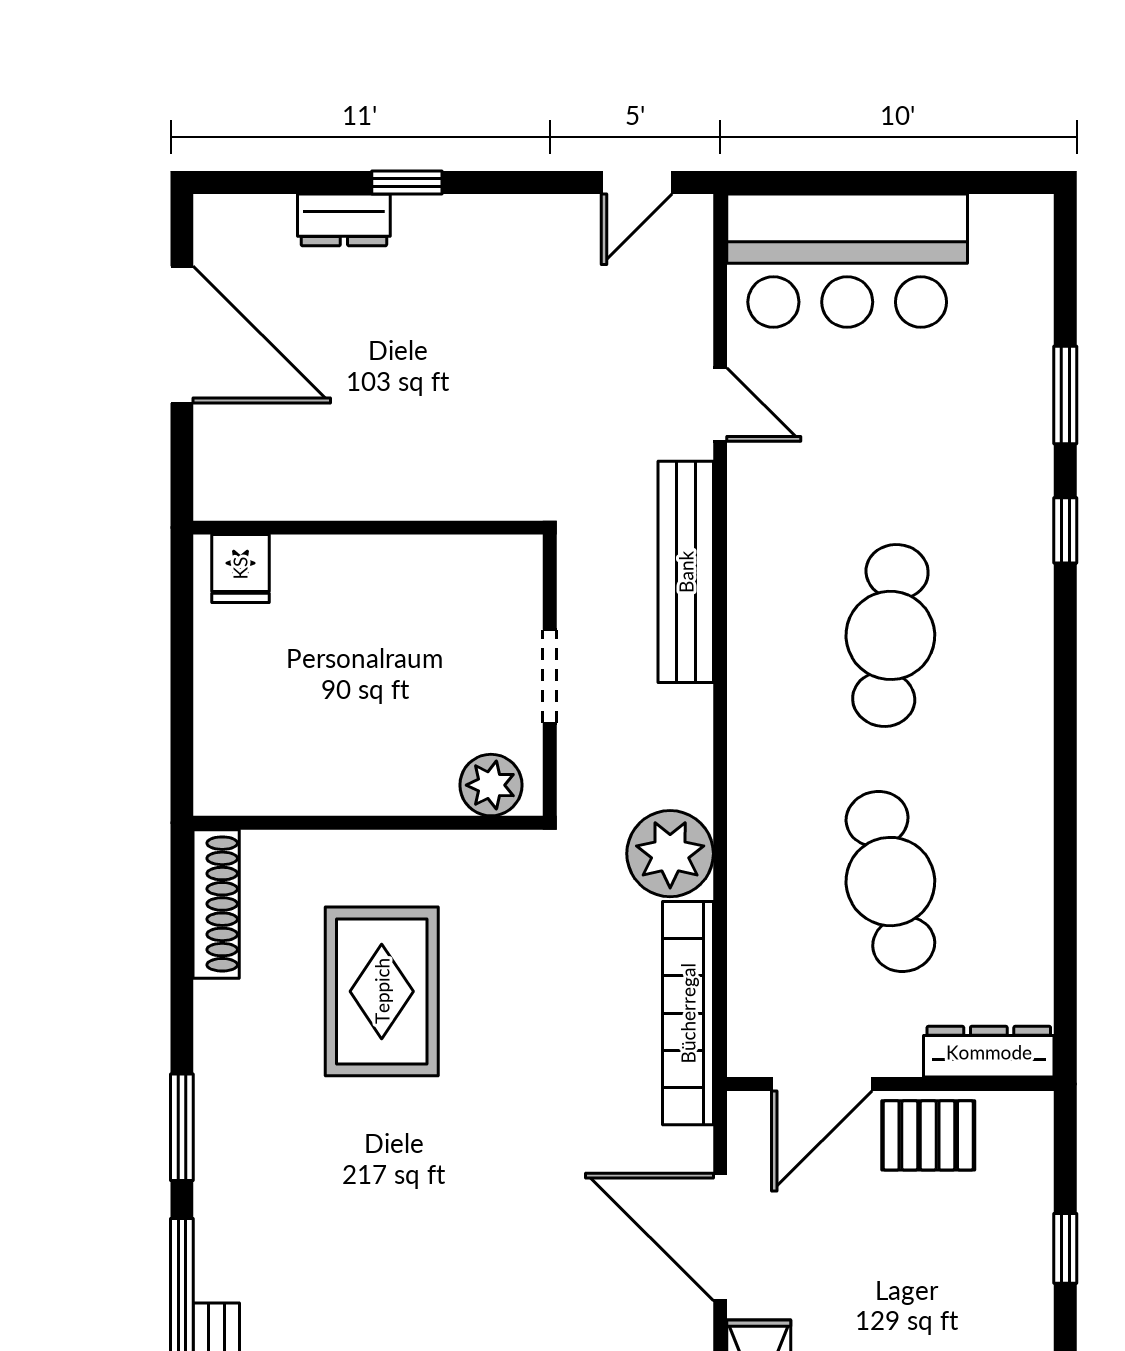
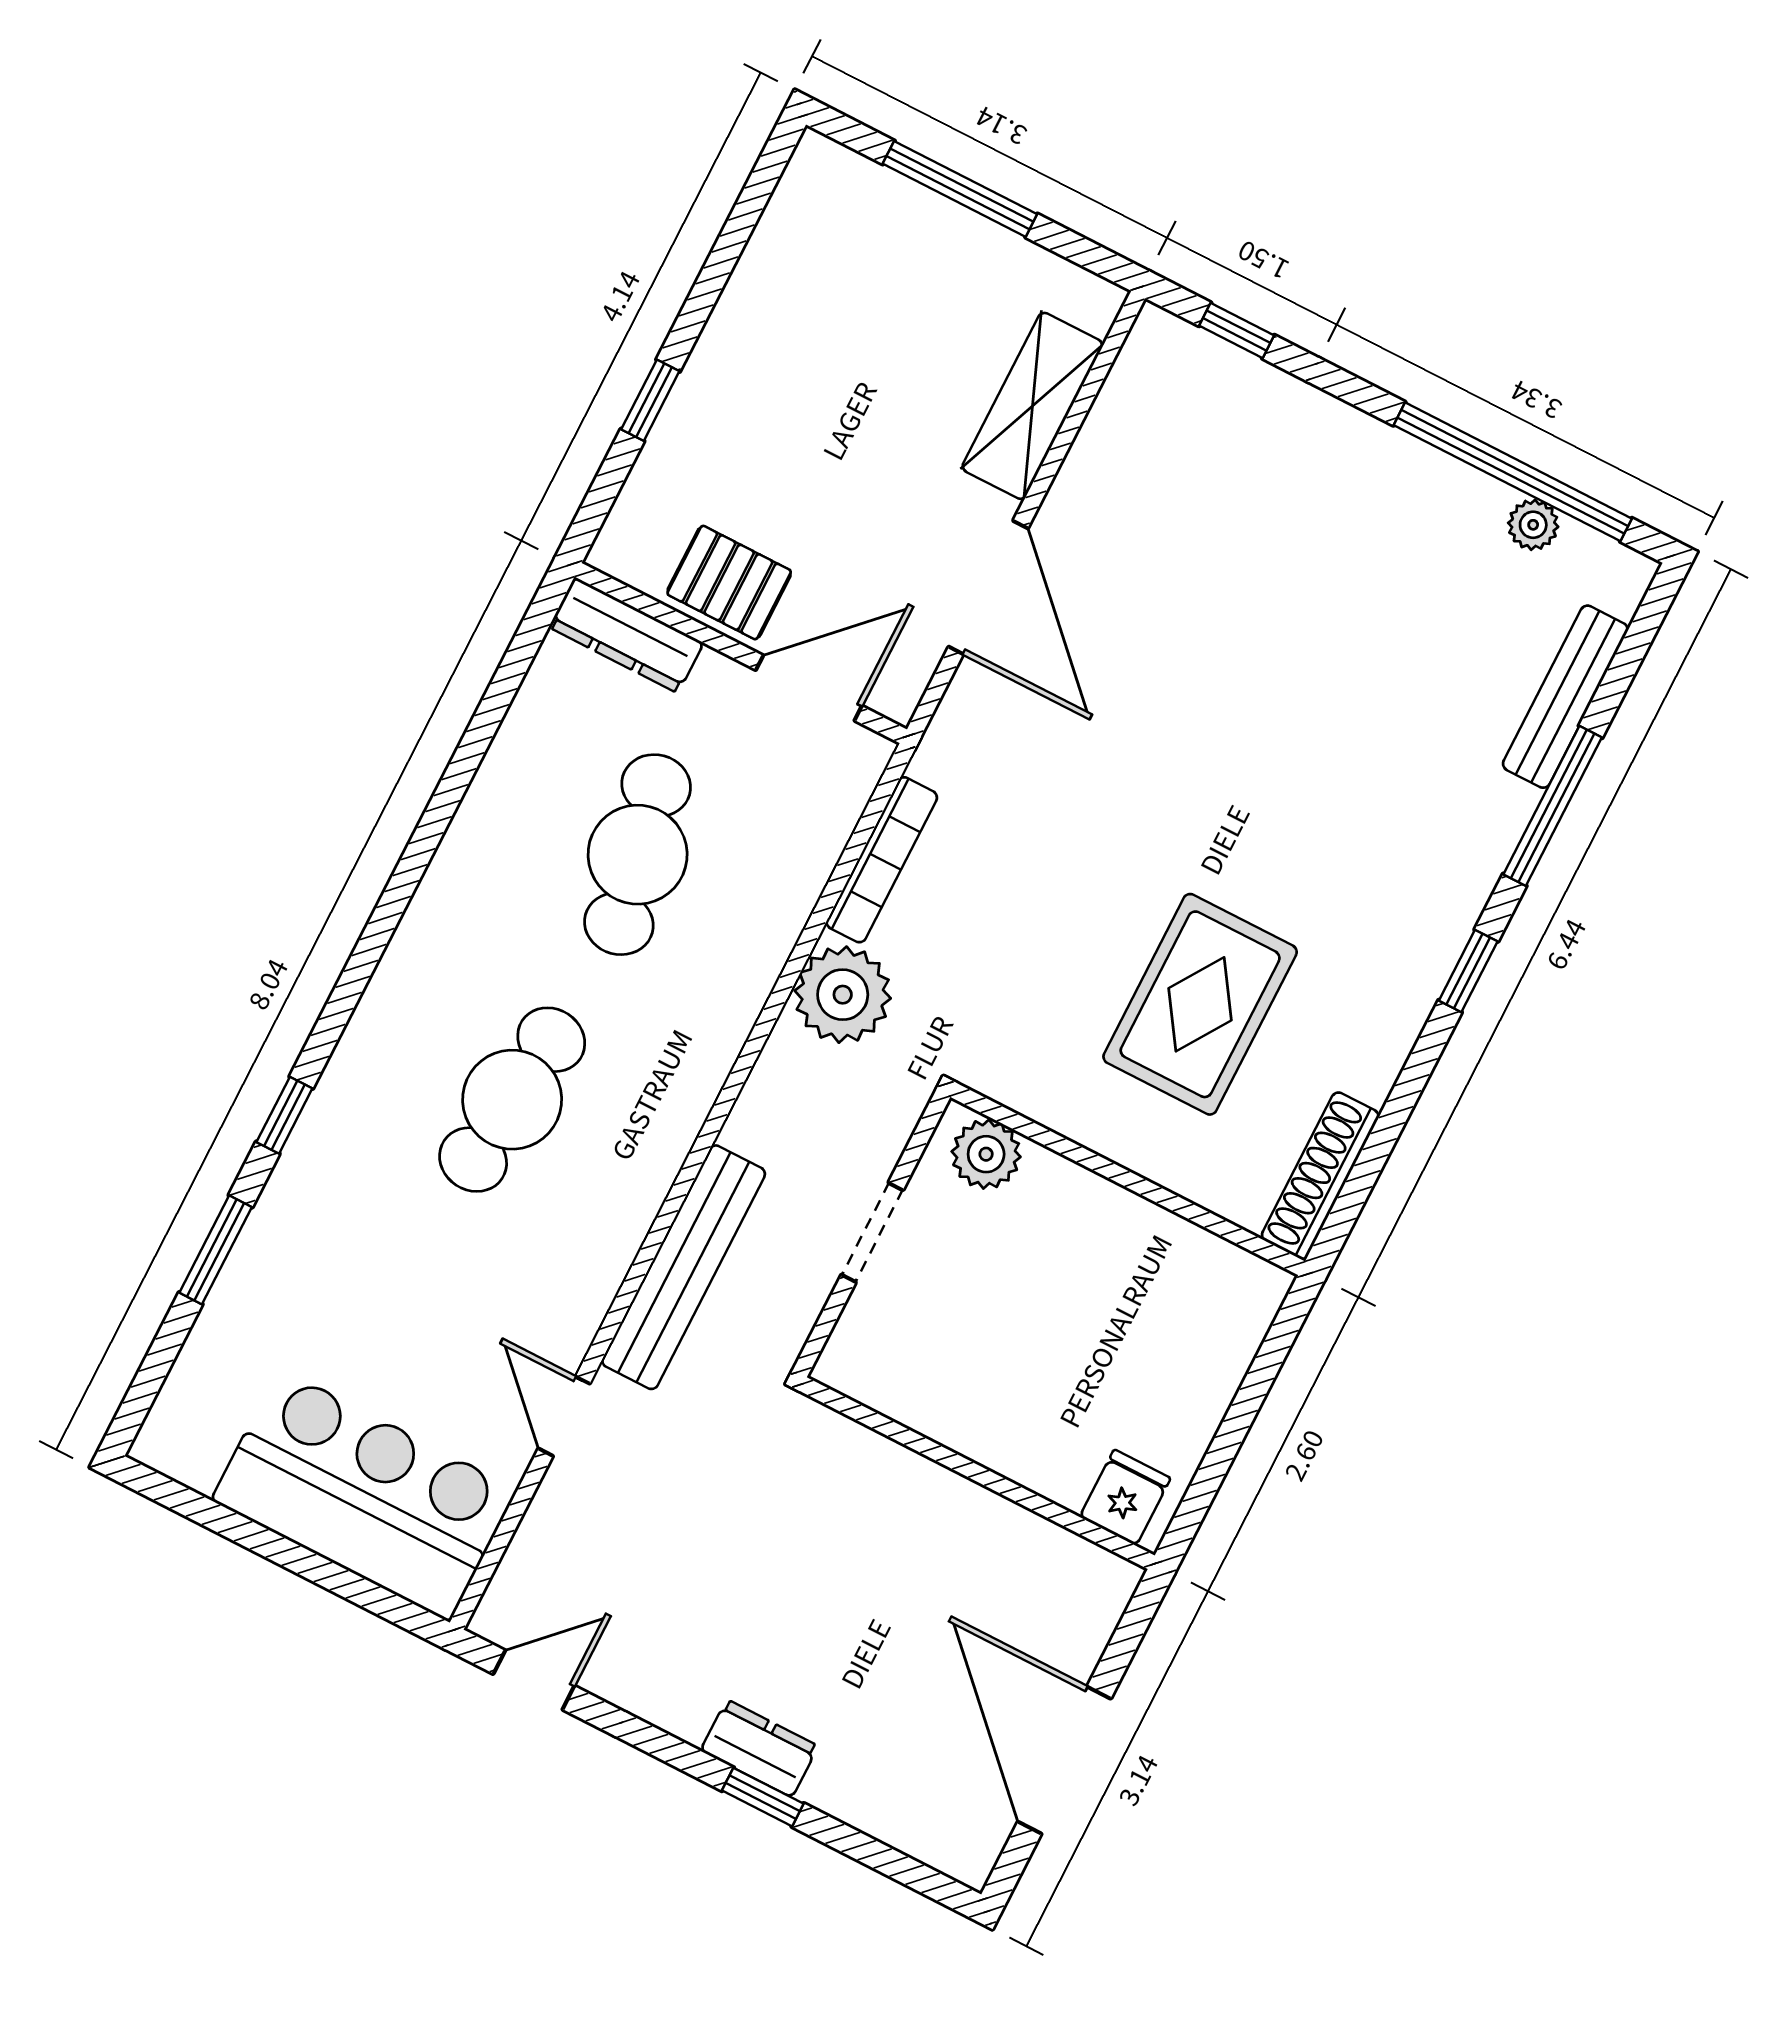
dresser: (344, 220) -> (759, 1748), moved
bookcase: (688, 1013) -> (882, 860), width x0.68, depth x0.76
window: (182, 1127) -> (1468, 971), width x0.67

